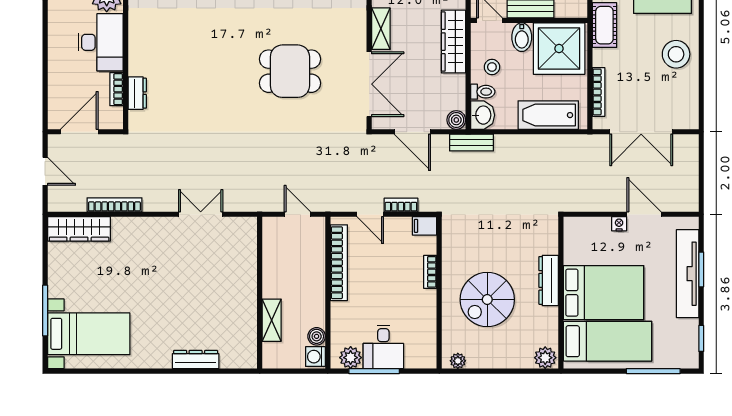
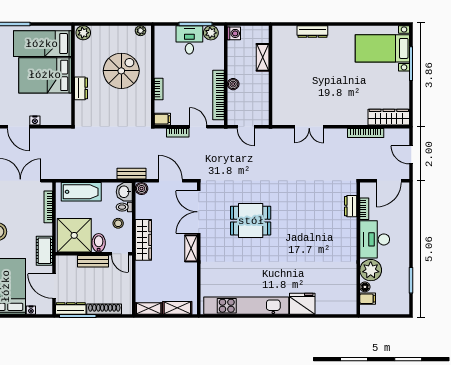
dresser: (549, 280) -> (81, 88), width x0.70
boiler: (317, 336) -> (233, 84), moved

